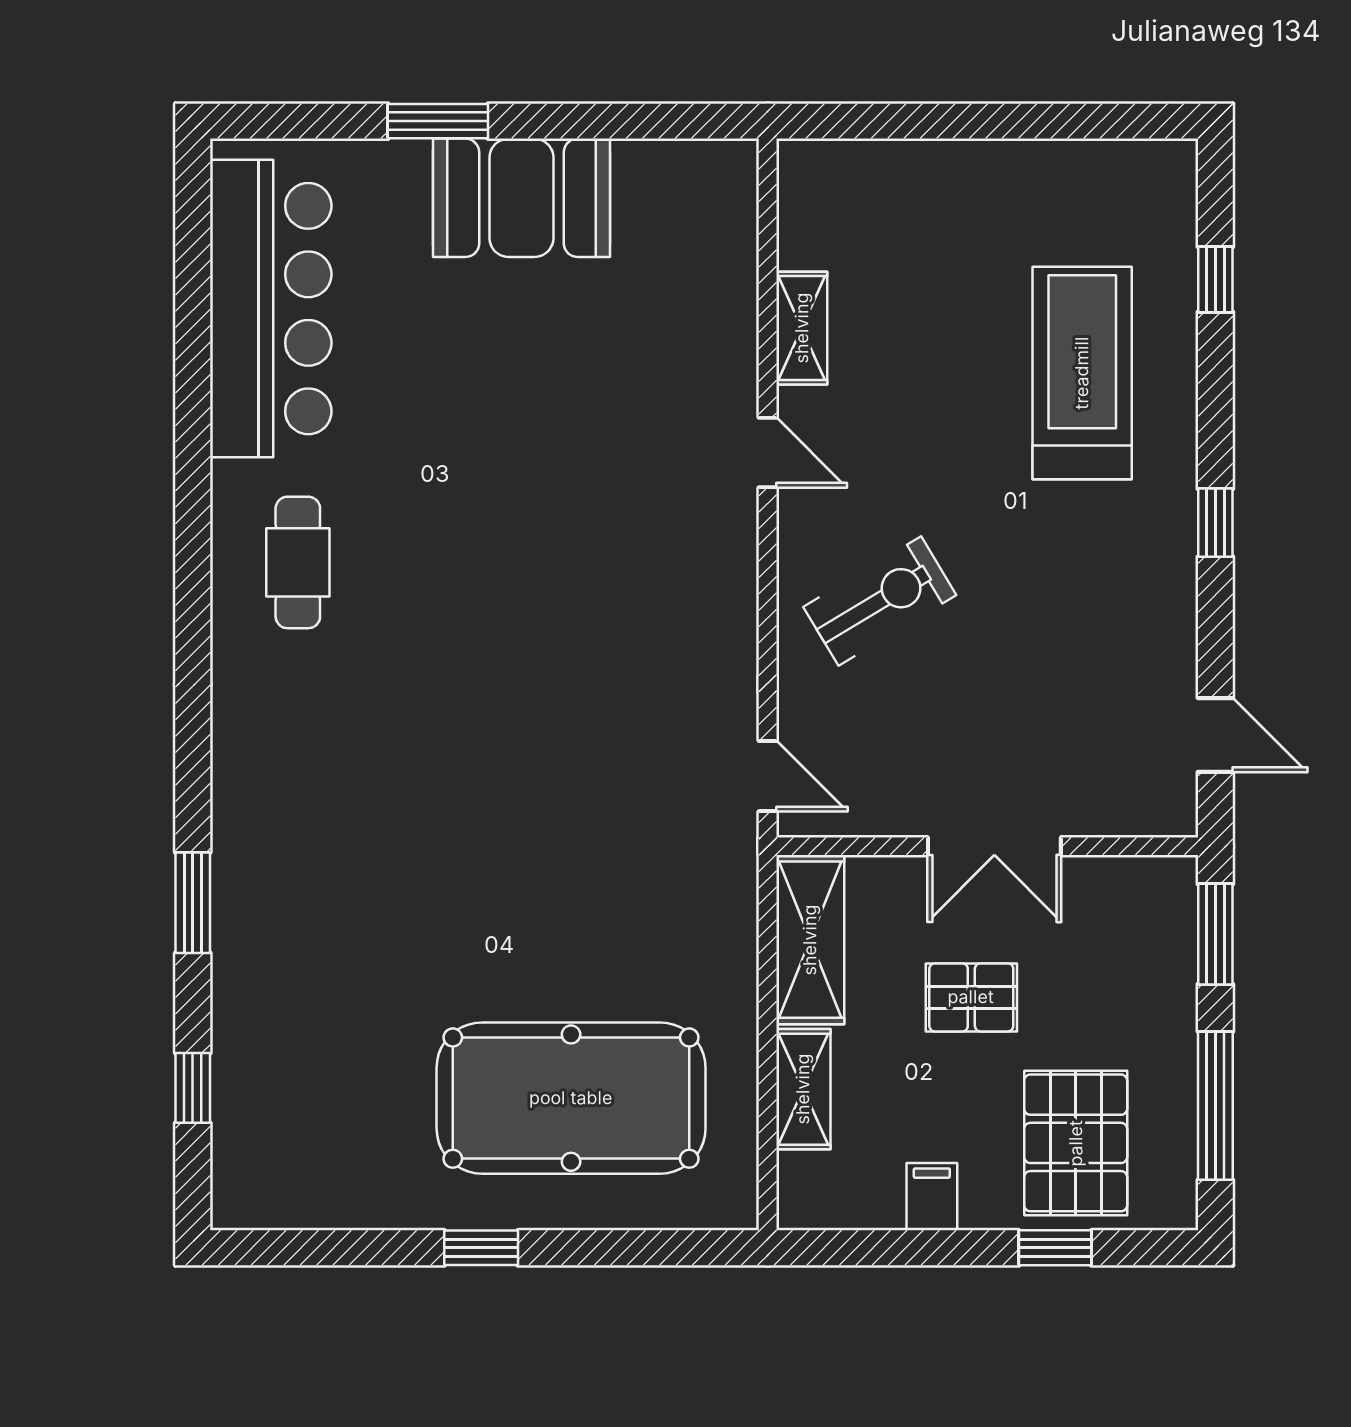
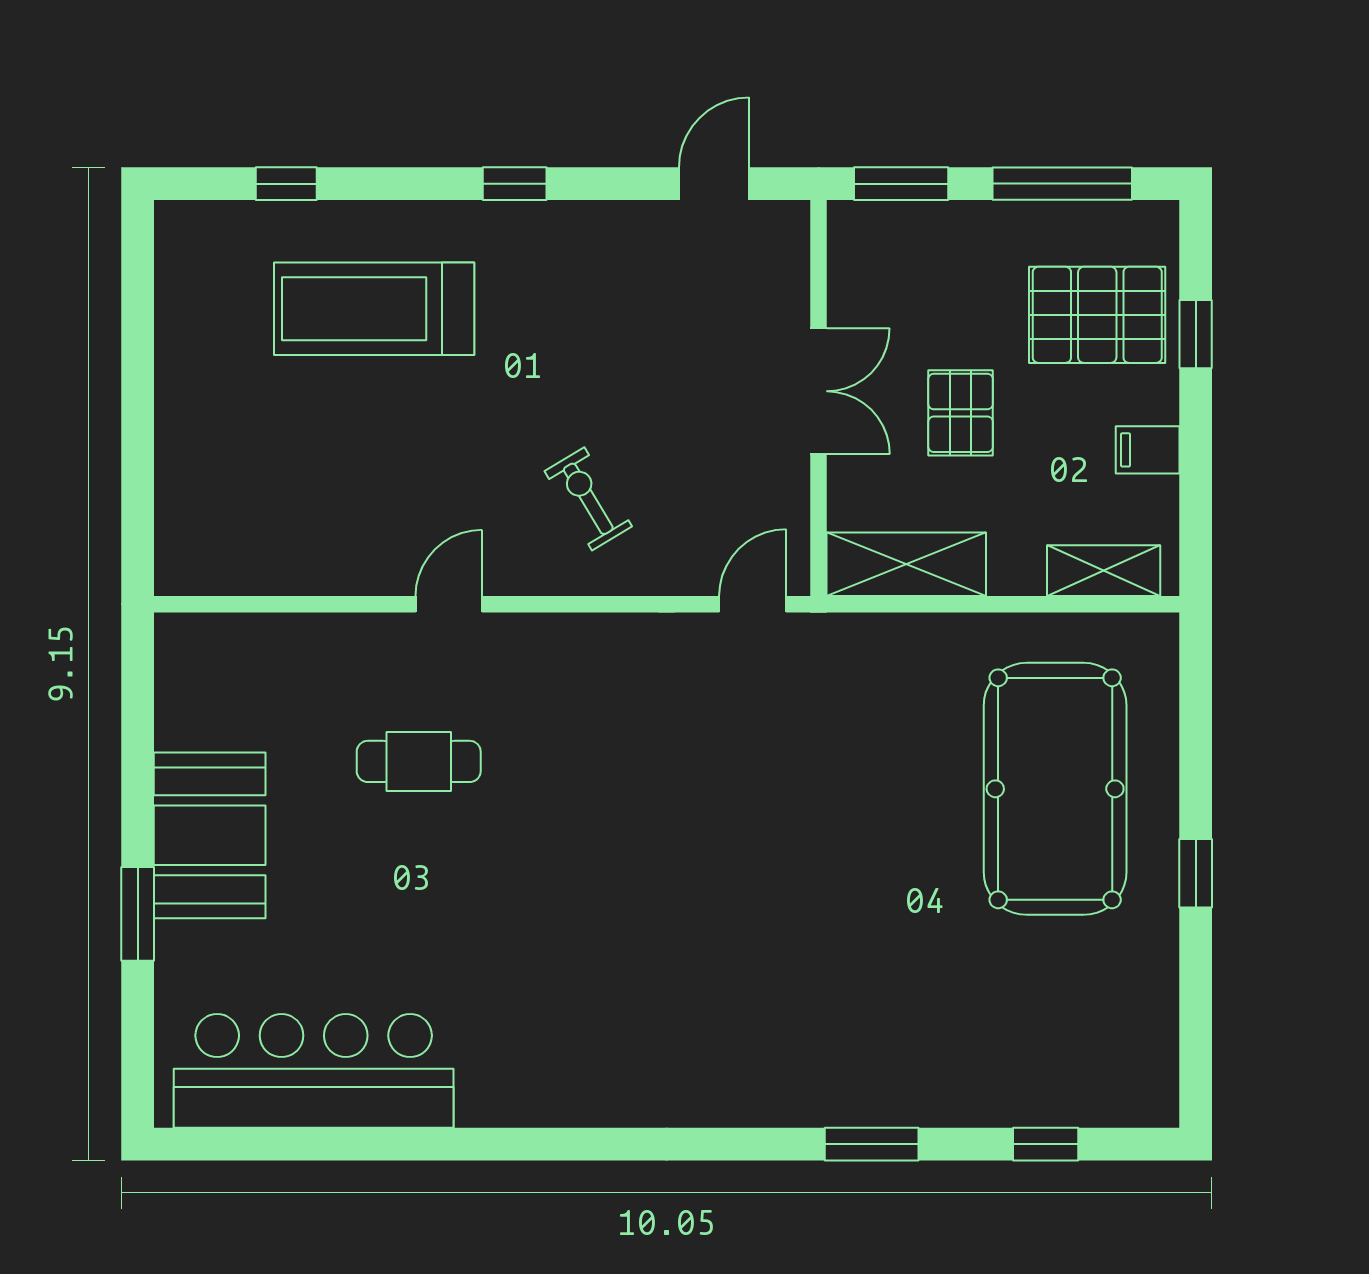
shelving: (802, 328) -> (332, 572), removed
cafe table: (298, 562) -> (419, 761), moved
exercise bike: (880, 601) -> (588, 499), width x0.73, depth x0.72
shelving: (803, 1089) -> (1104, 571), moved

